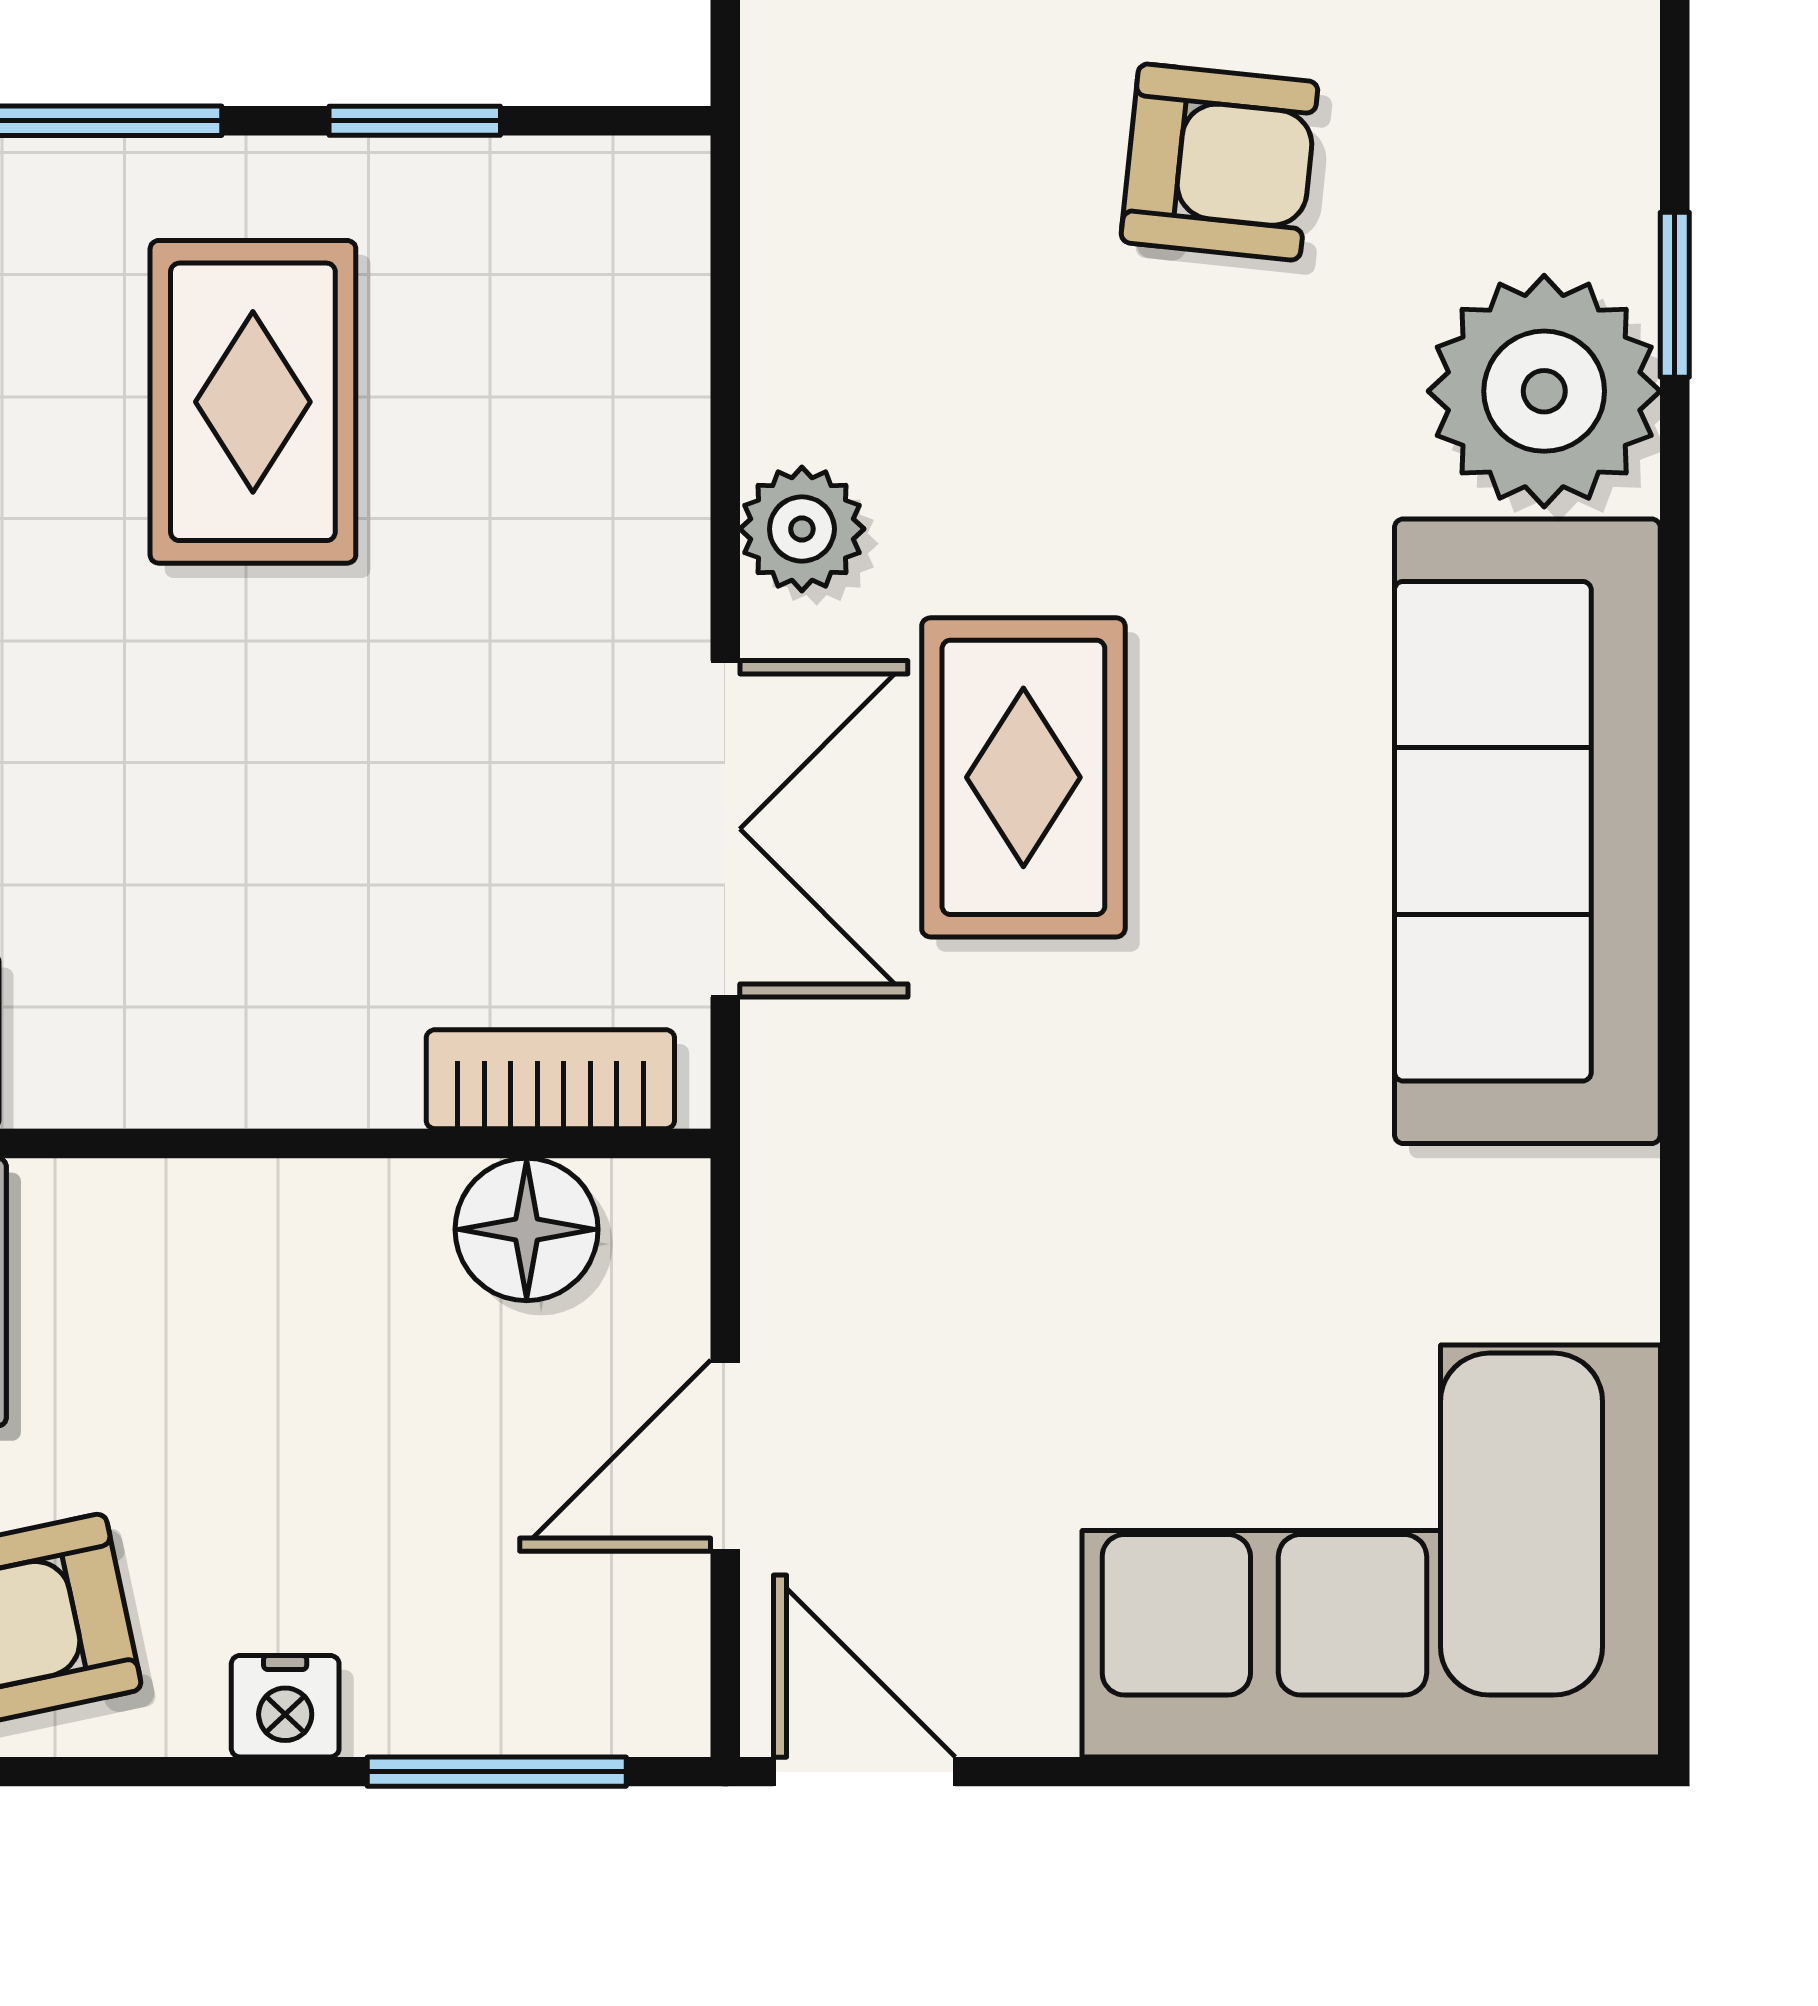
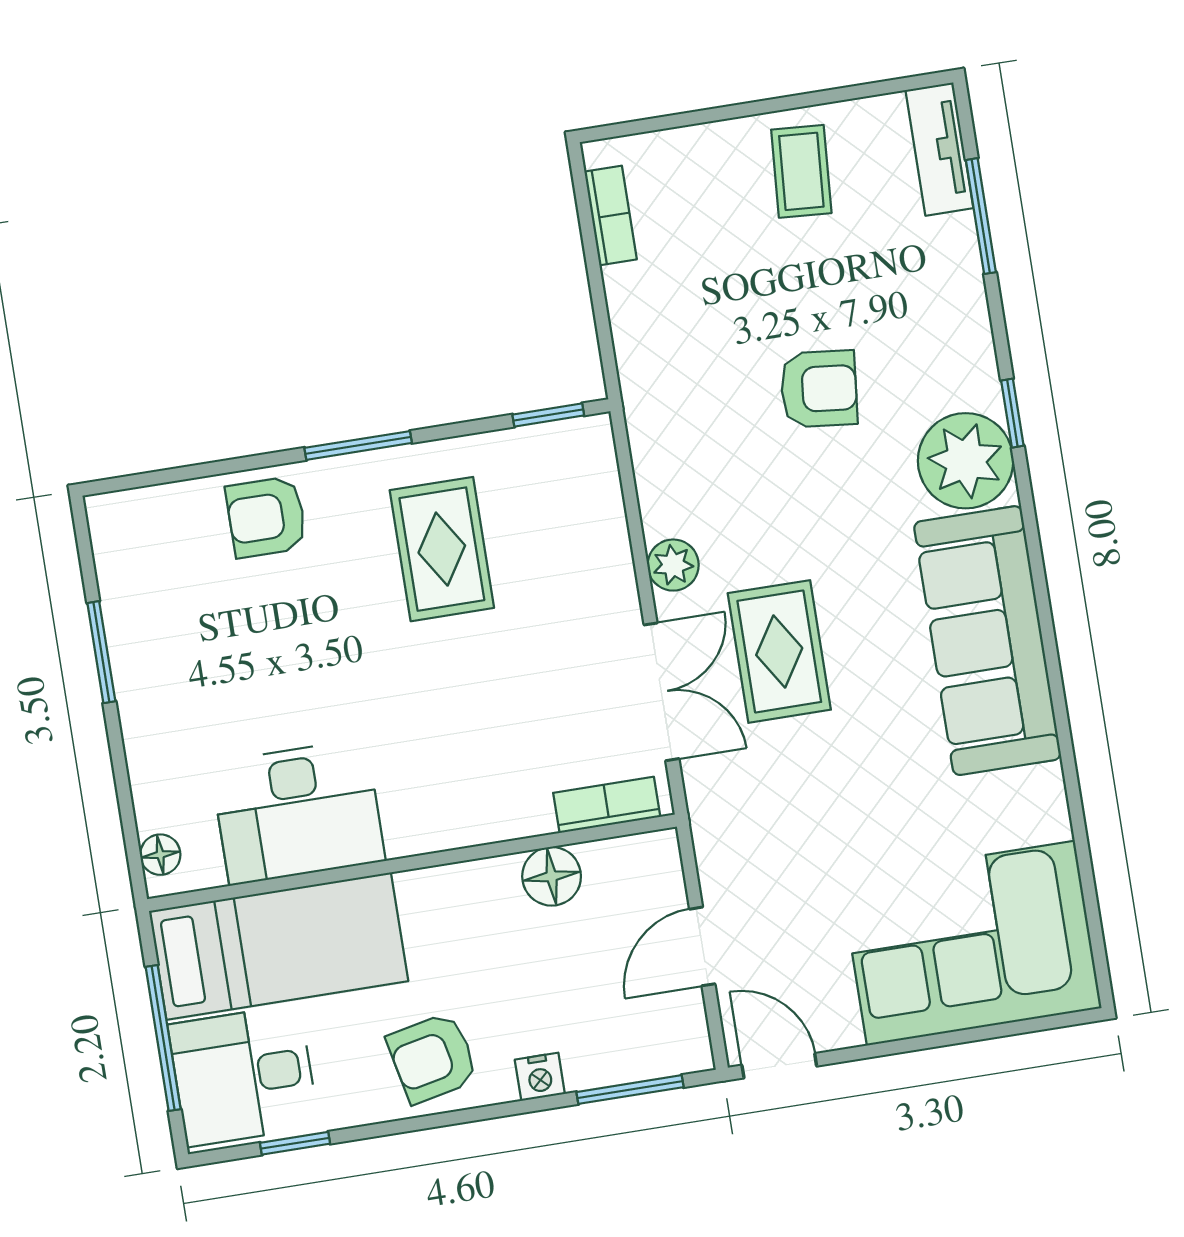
window: (415, 121) -> (548, 415), moved
floor lamp: (527, 1229) -> (552, 876), moved

